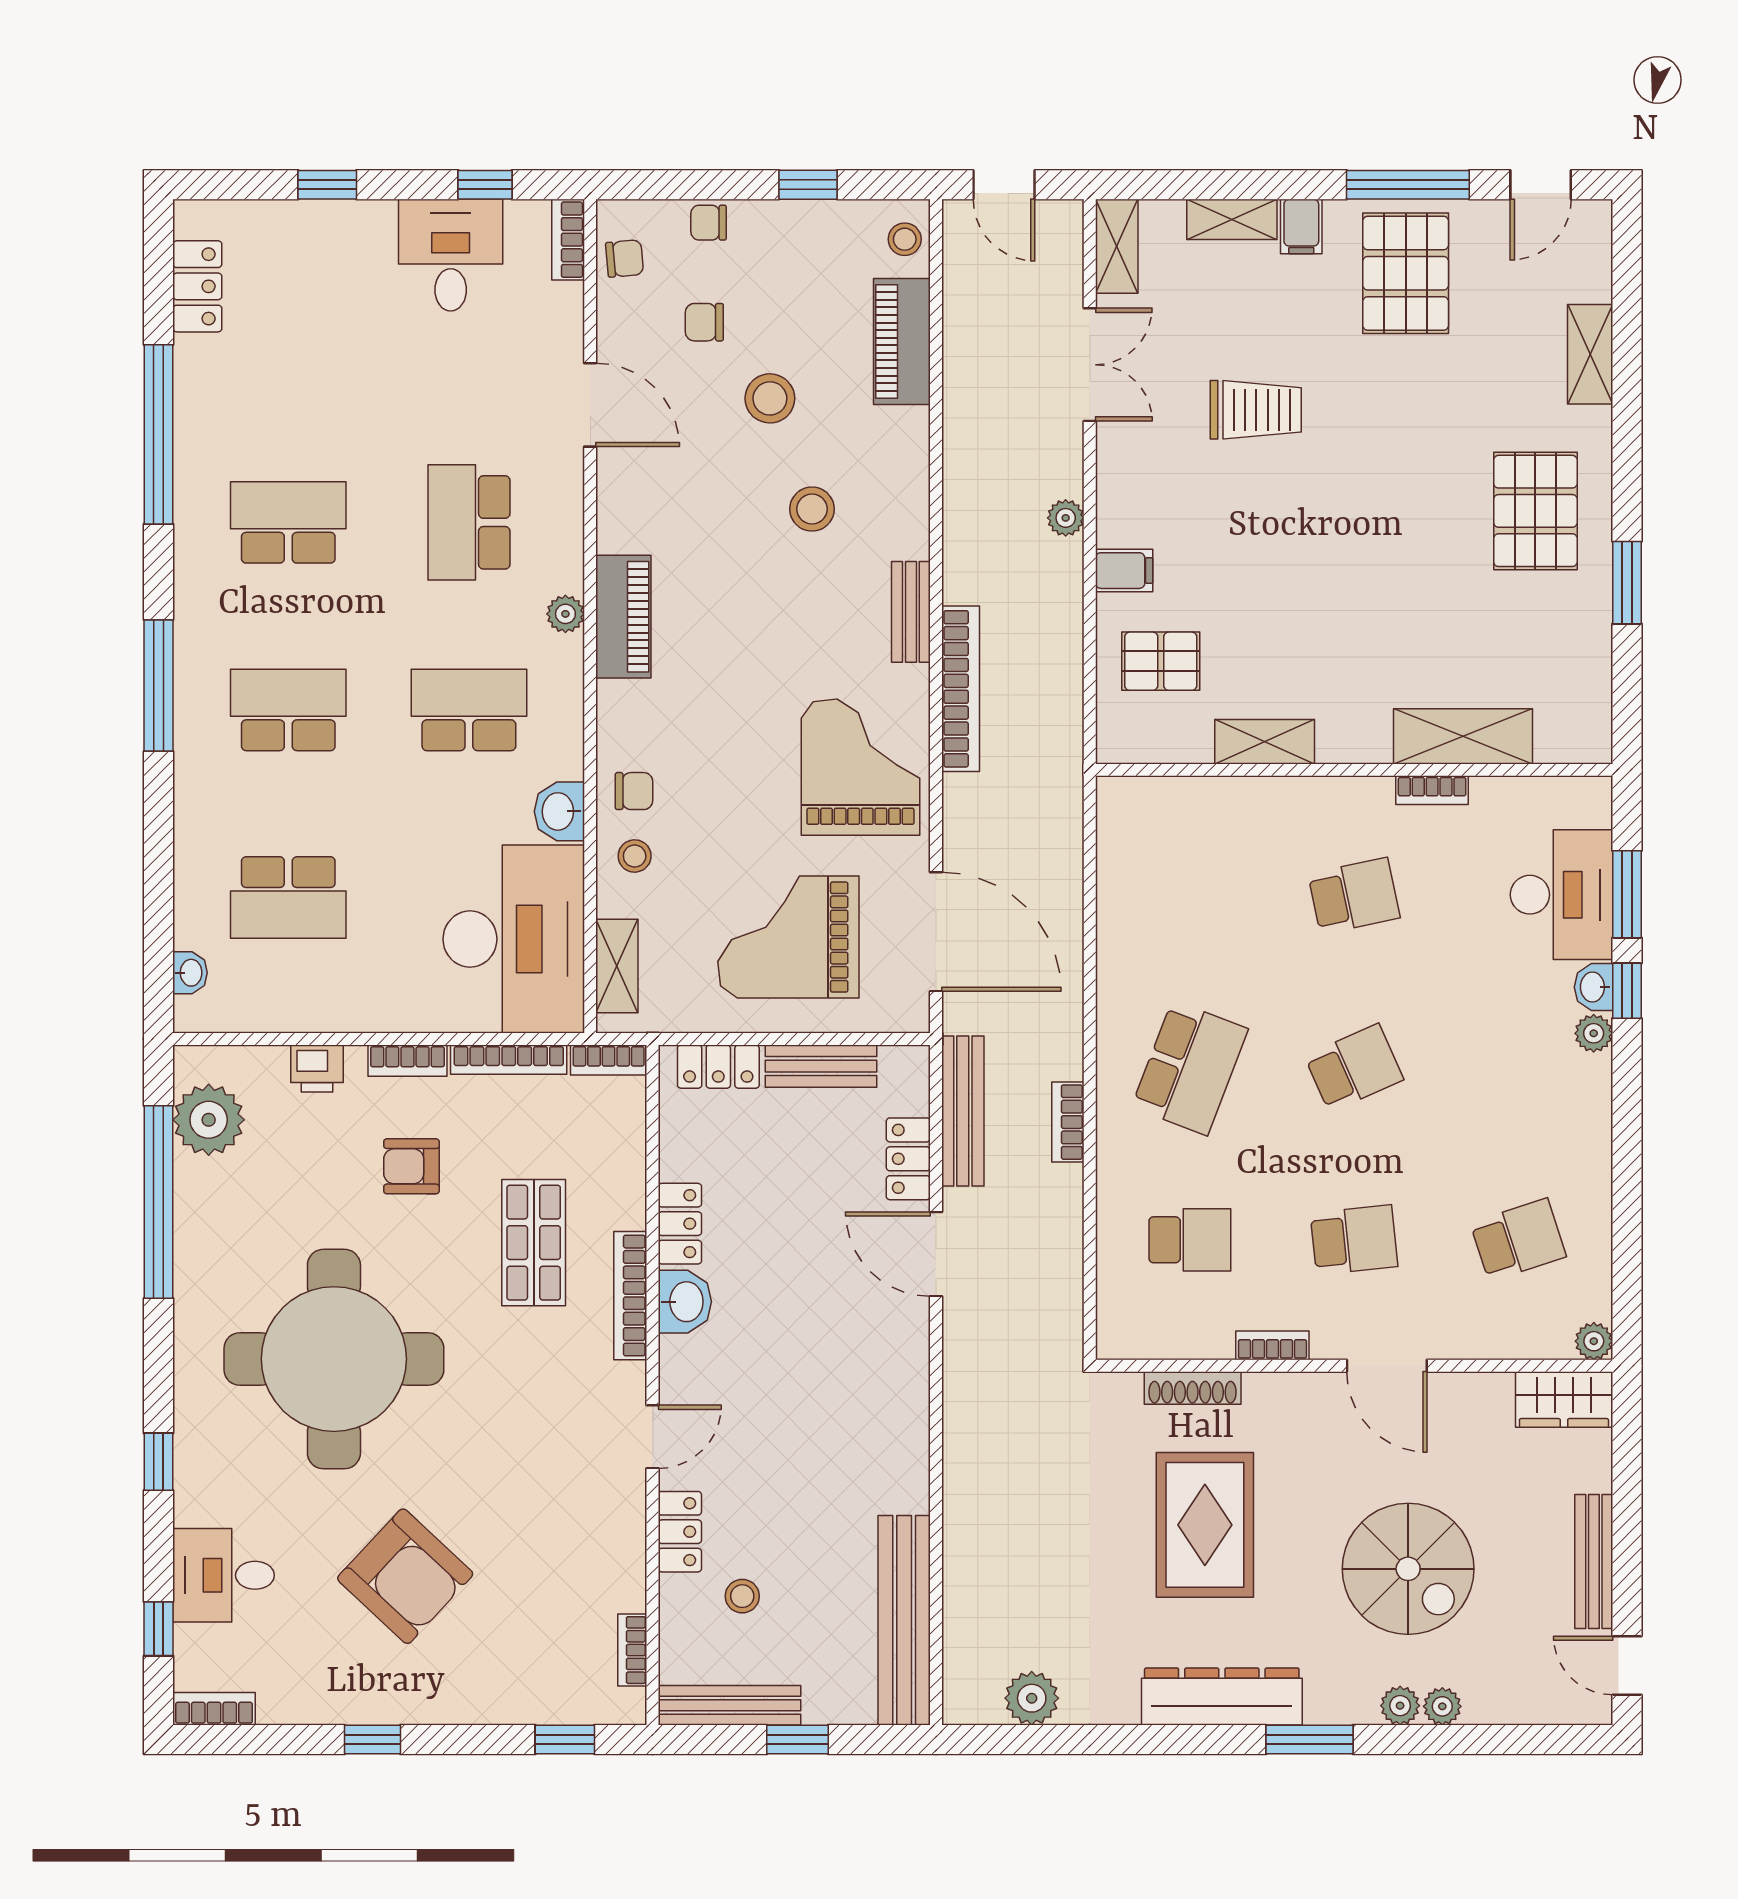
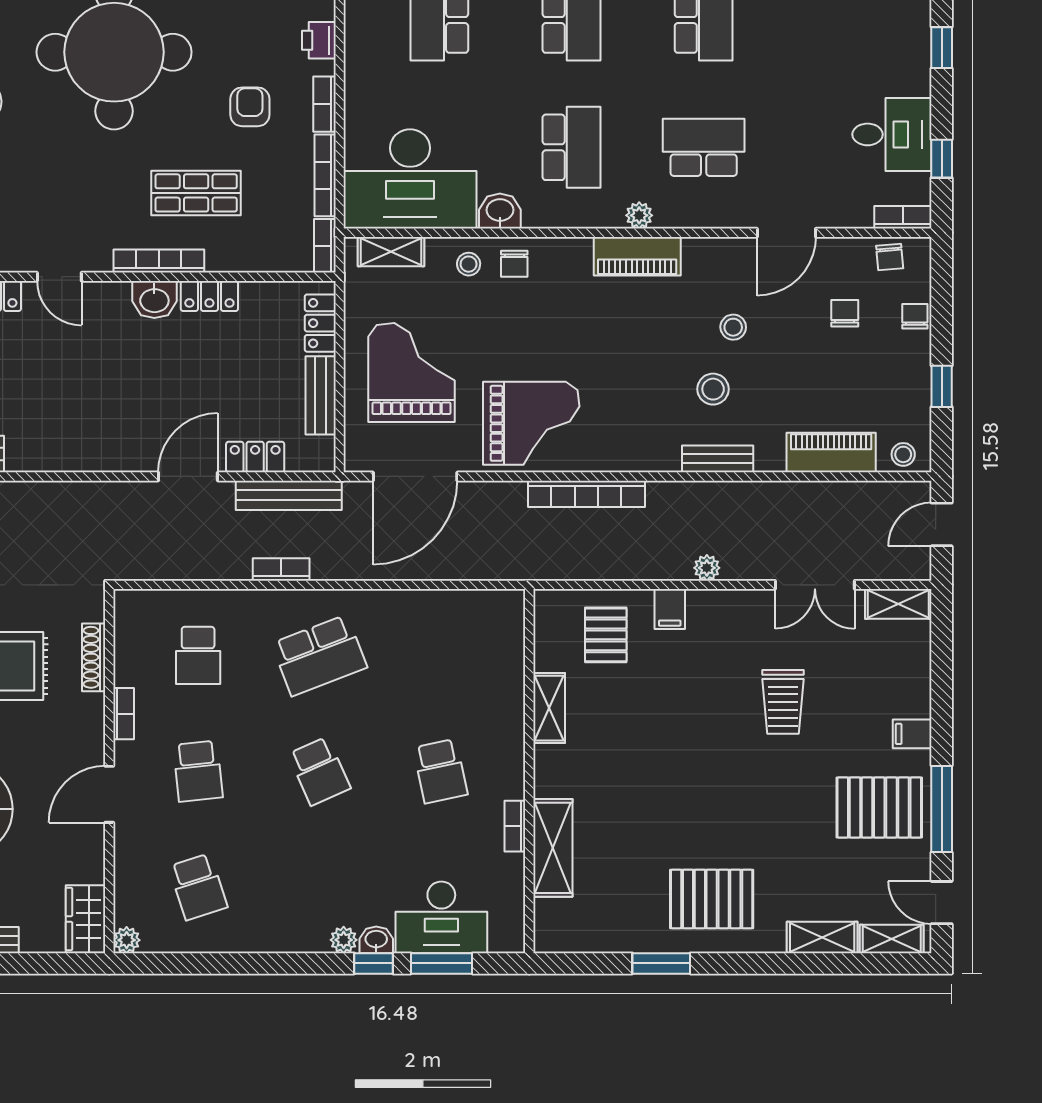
shelving: (1232, 219) -> (892, 939), moved, turned 90
stool: (770, 398) -> (733, 327), moved, width x0.73, depth x0.73
bench: (911, 612) -> (718, 459), moved
school desk: (1190, 1068) -> (319, 655), turned -42

